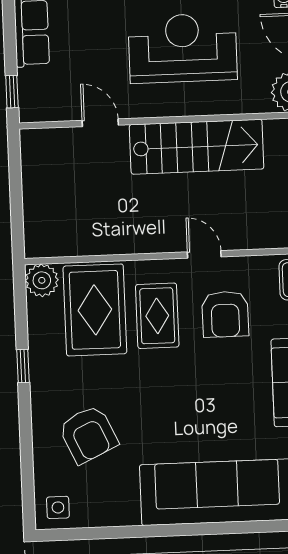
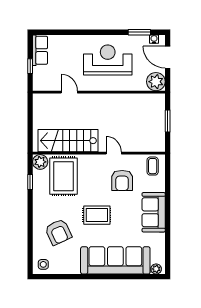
window: (12, 92) -> (30, 66), moved
stairs: (197, 147) -> (68, 141), moved, turned 180
rug: (157, 316) -> (97, 215), moved, turned 90
window: (23, 366) -> (30, 182), moved

